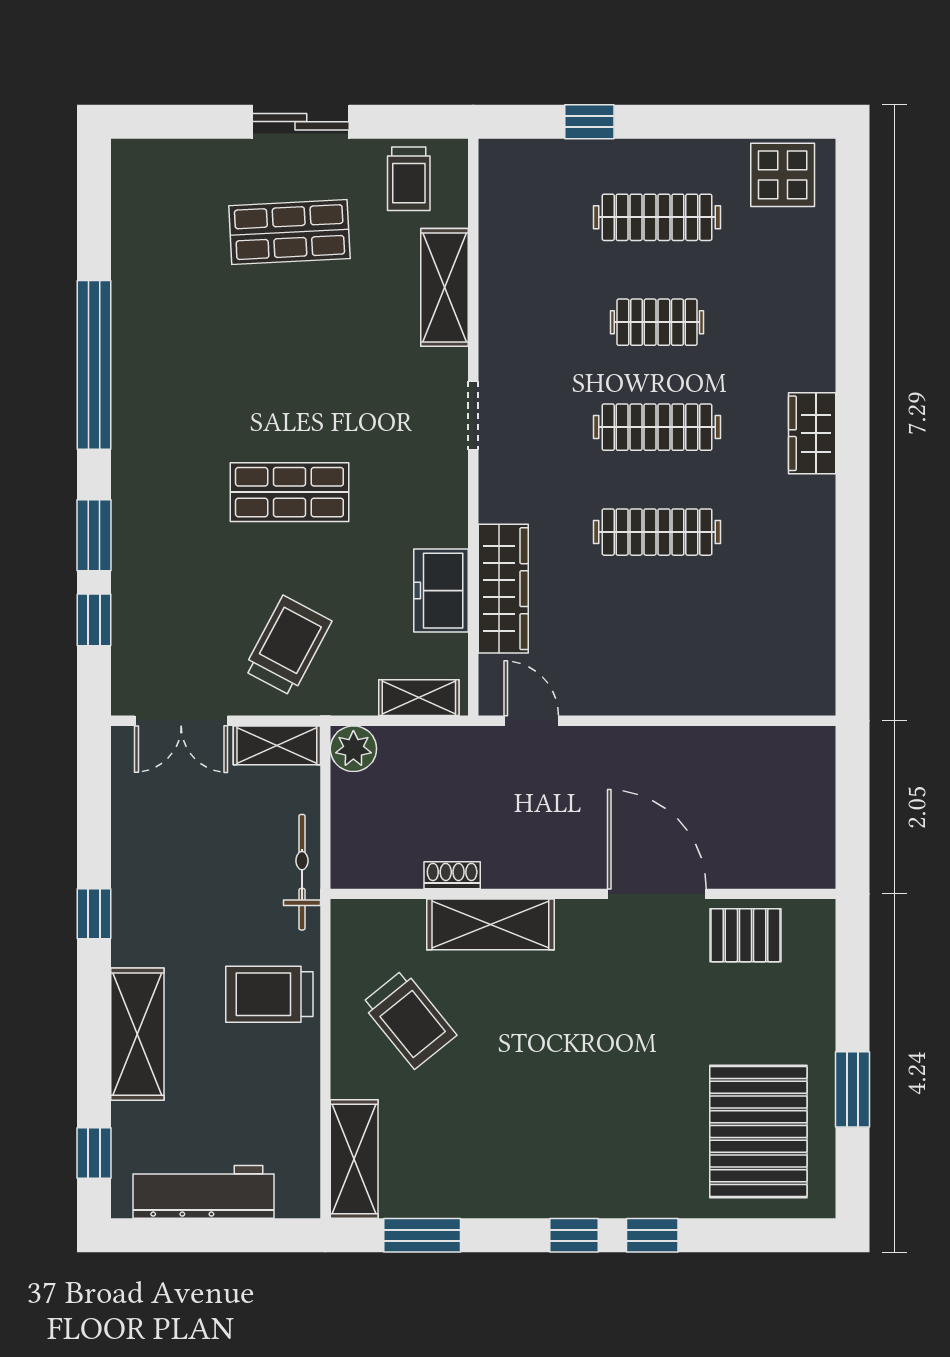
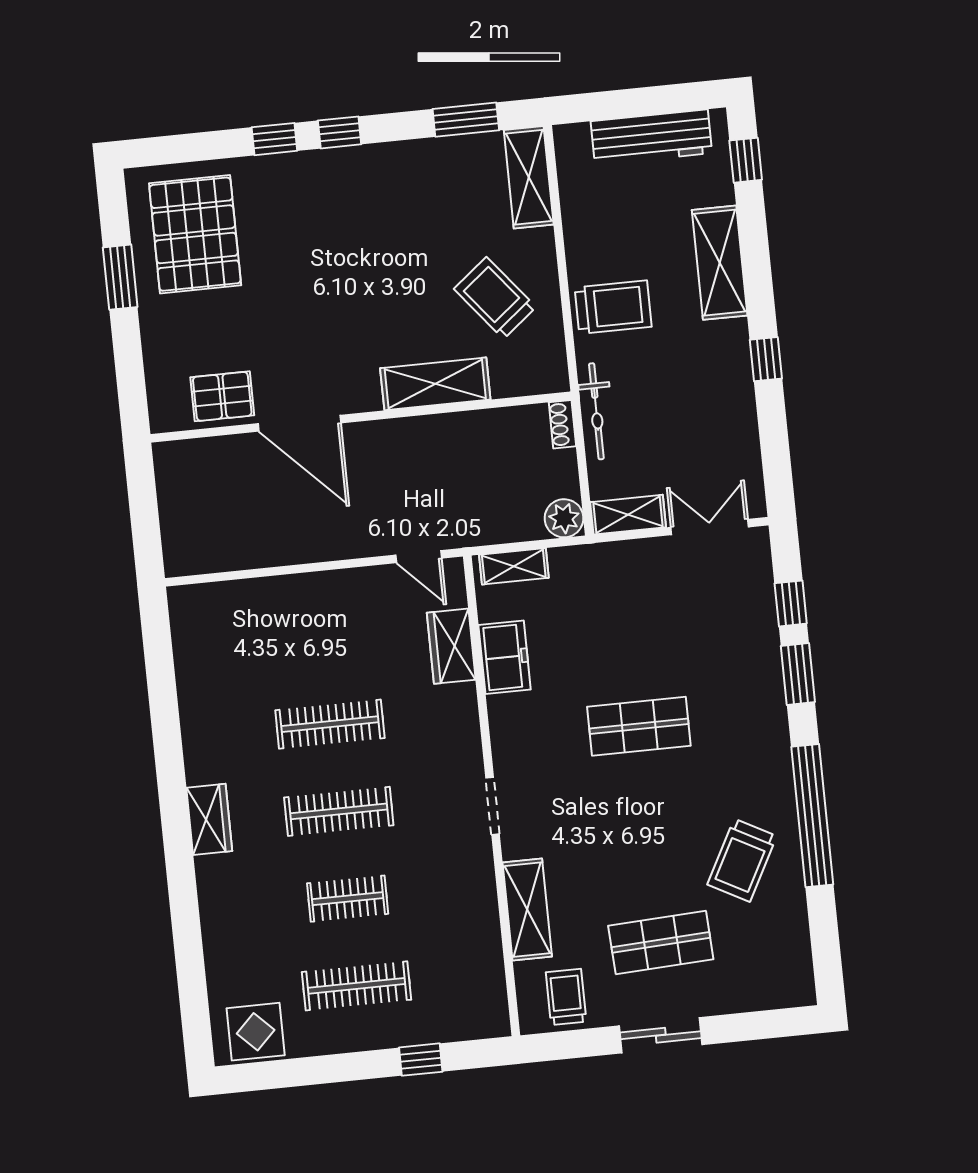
wardrobe: (503, 589) -> (451, 646), width x0.67
trolley: (288, 646) -> (742, 860), moved
shoe rack: (452, 875) -> (562, 424), moved, turned 90

